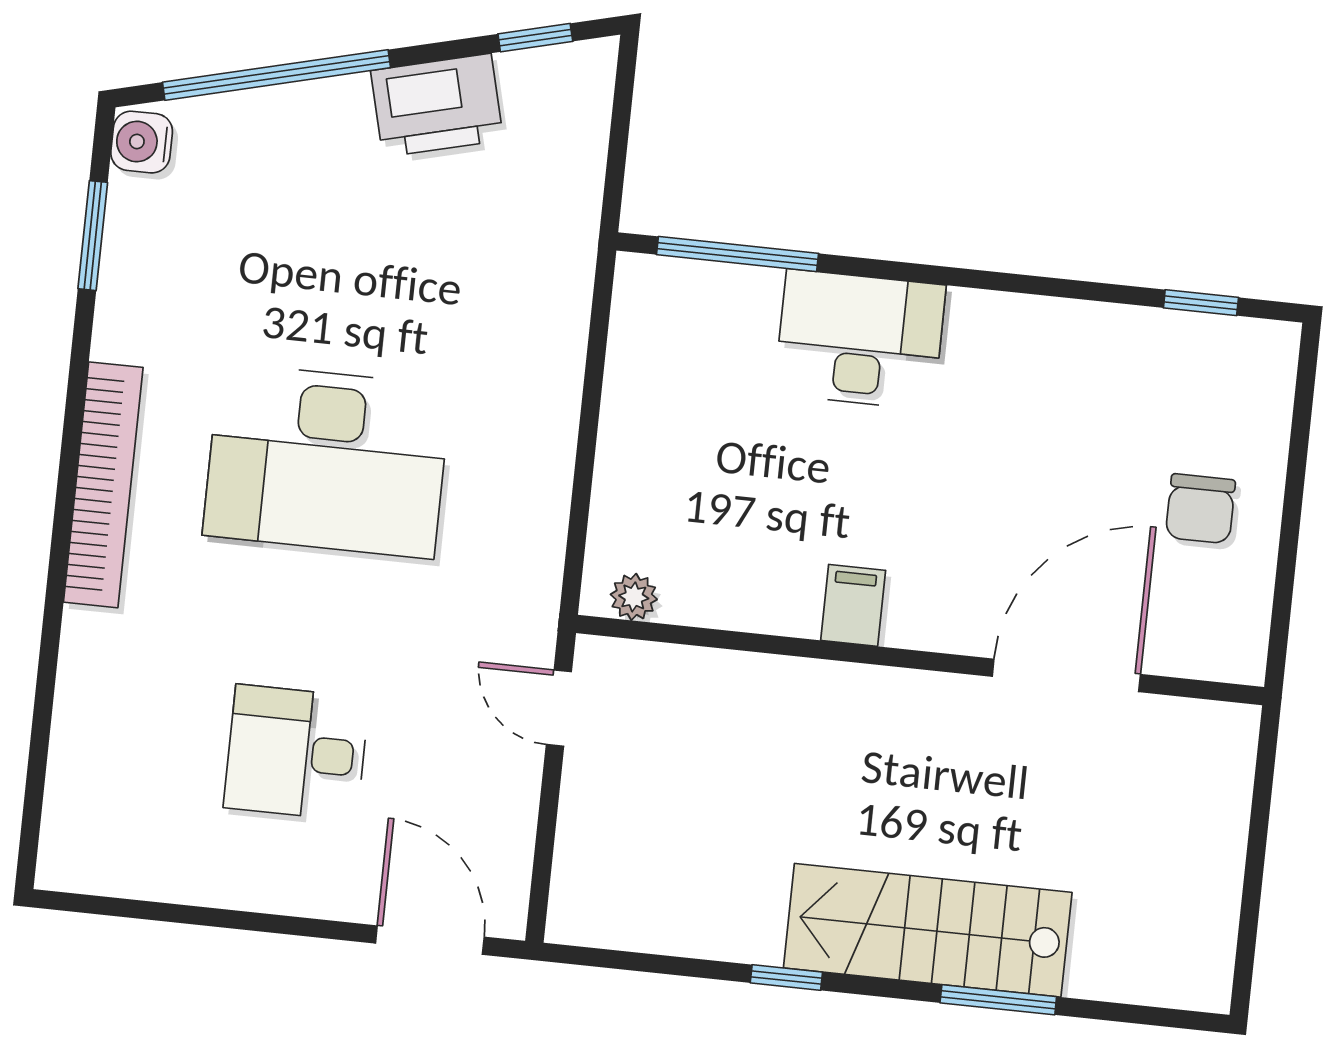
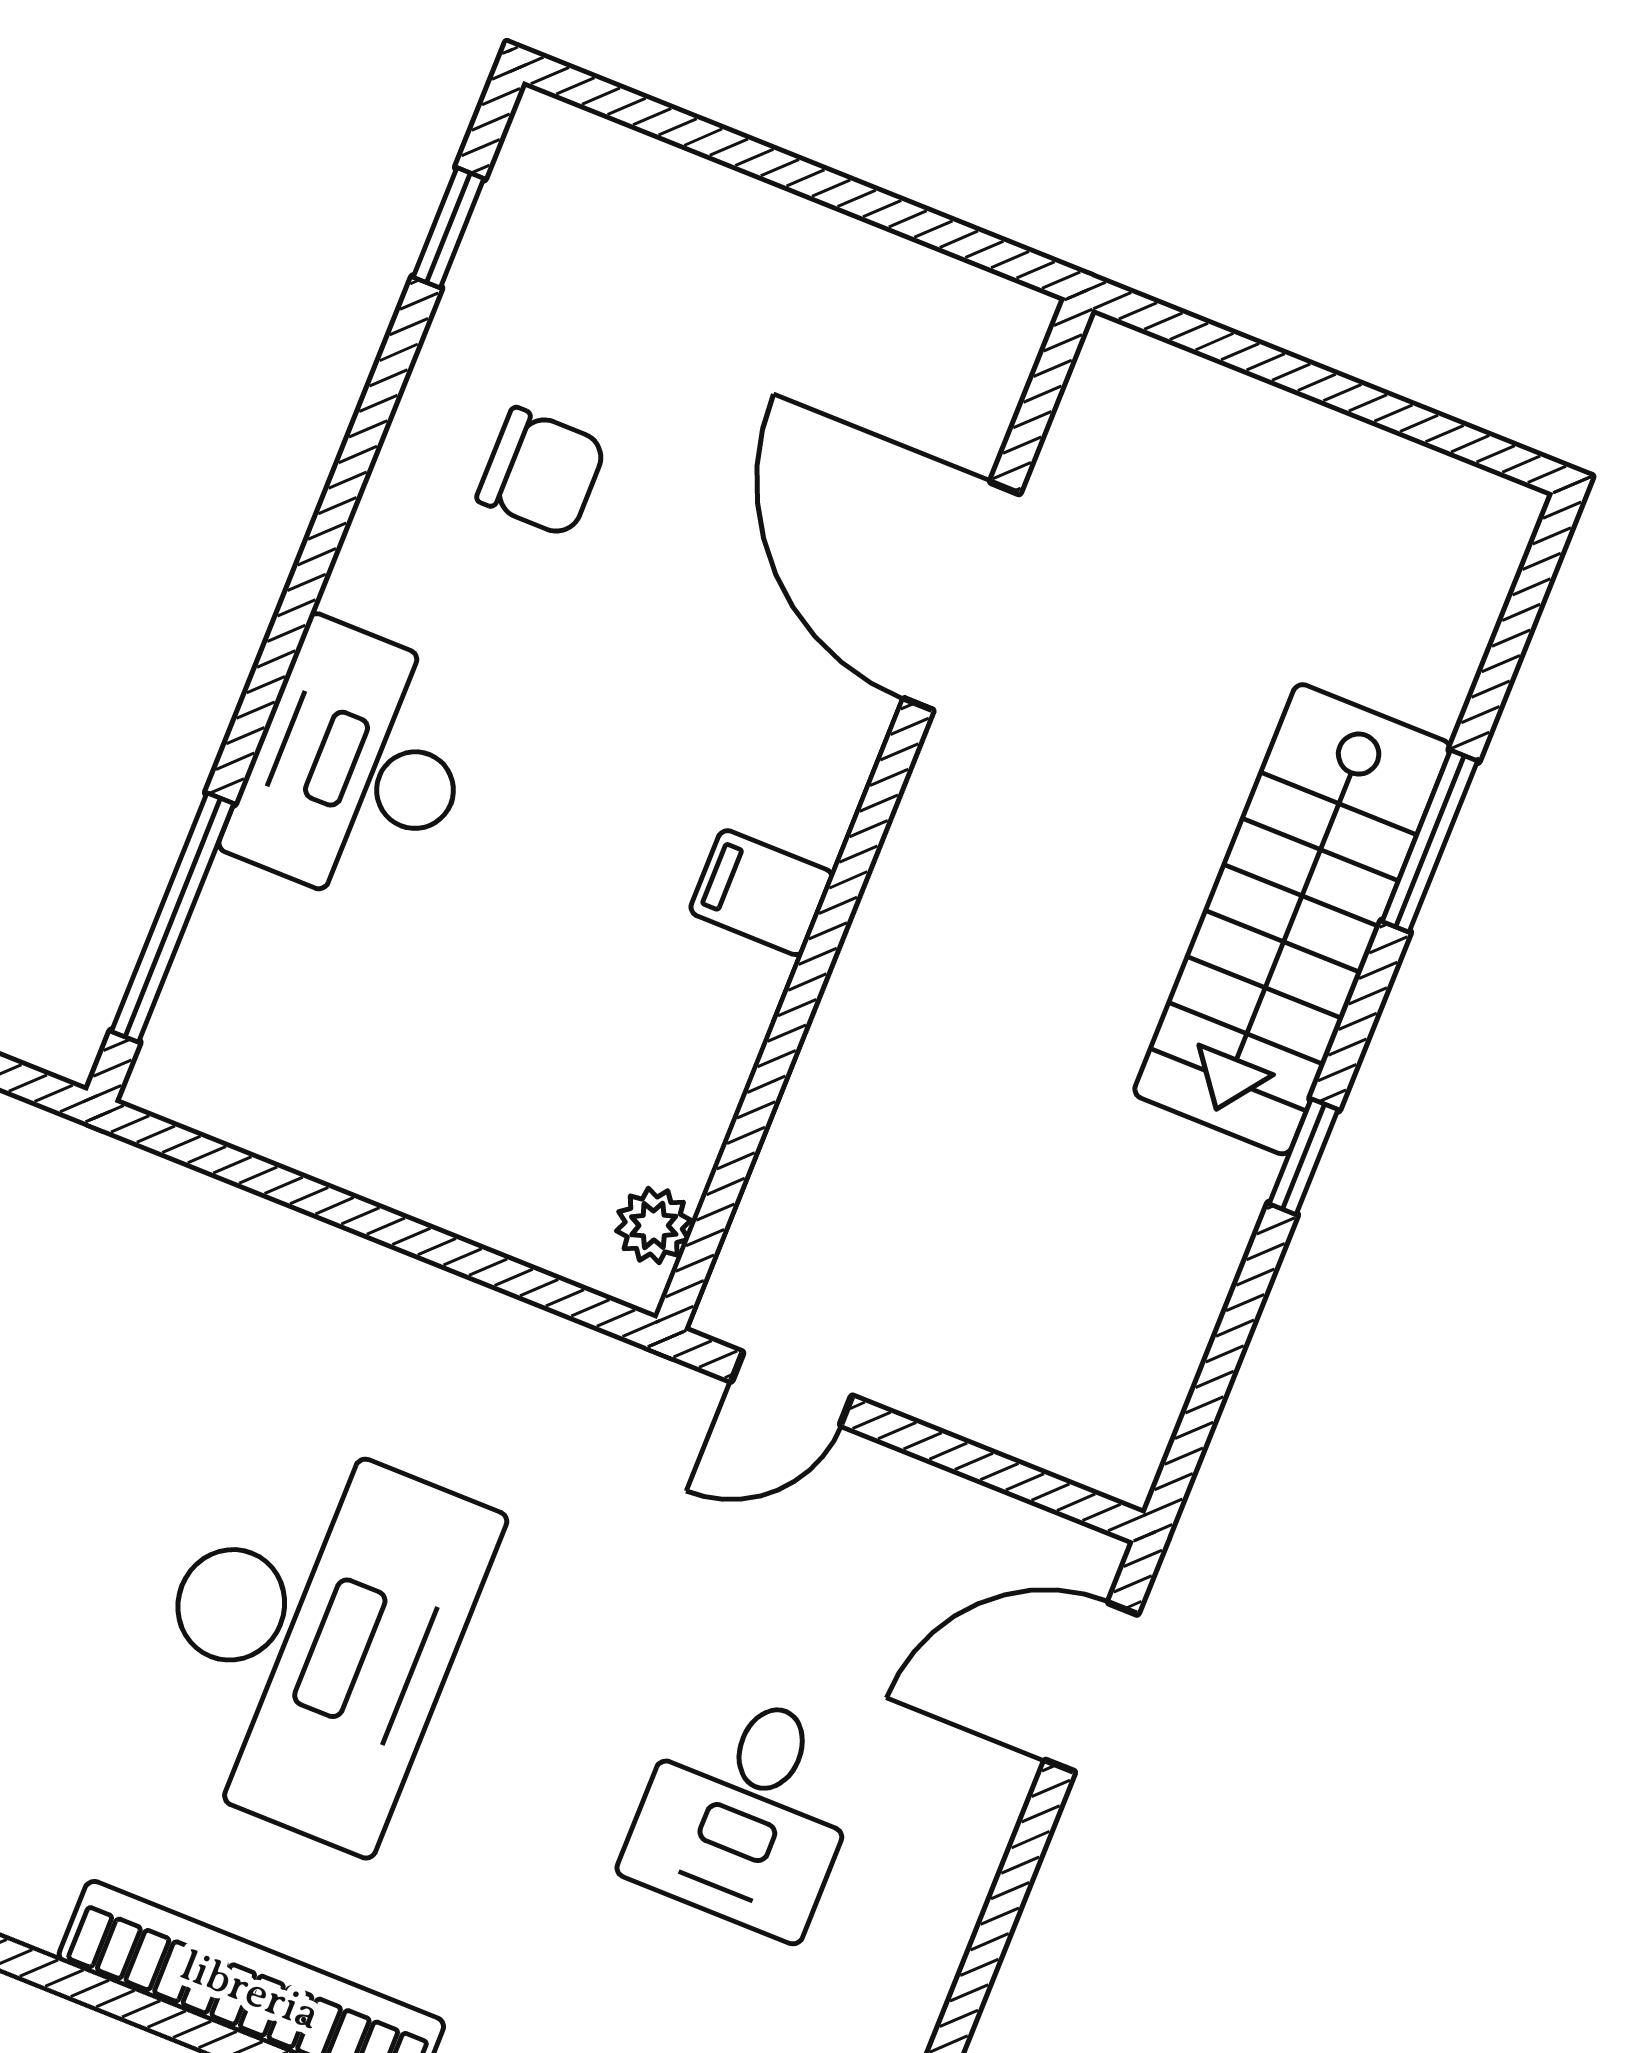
chair: (1200, 509) -> (542, 472), moved

